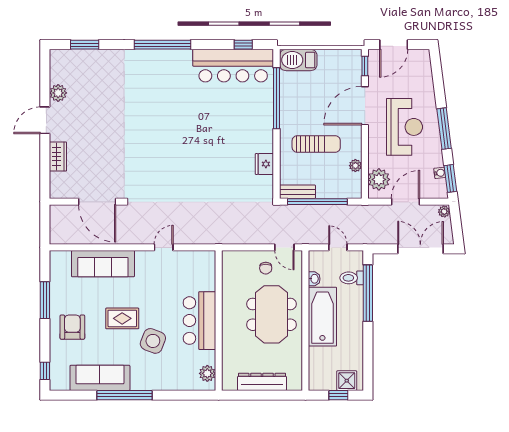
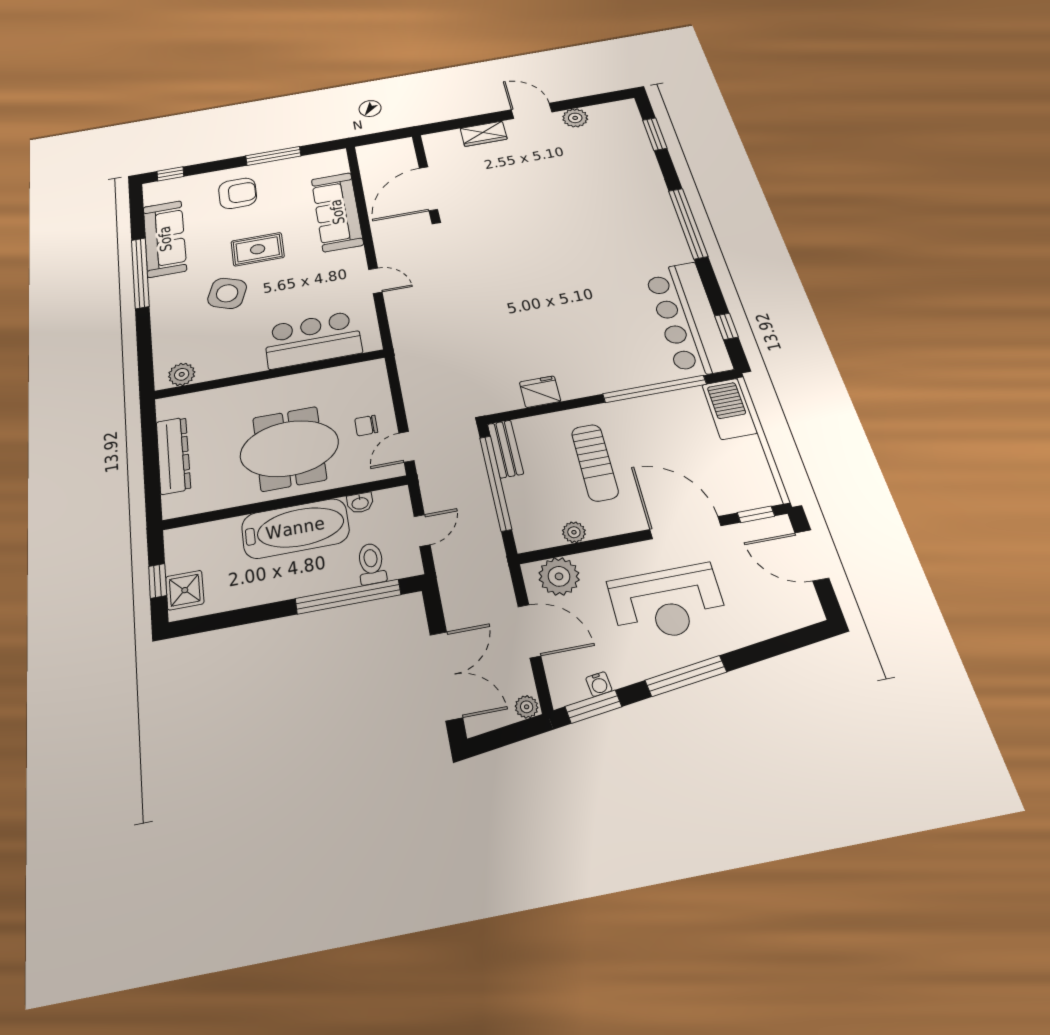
rug: (122, 318) -> (258, 249), turned 90
bar counter: (199, 321) -> (313, 340), moved

